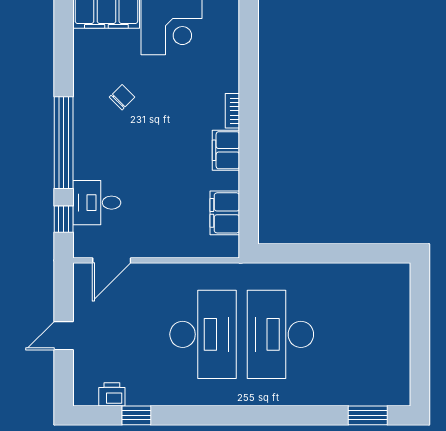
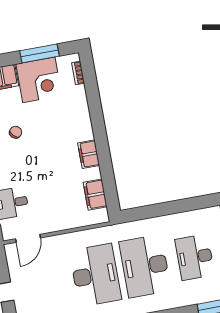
bookcase: (232, 111) -> (78, 73), moved
desk: (358, 334) -> (195, 257), added

